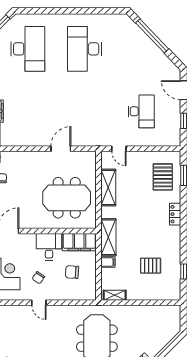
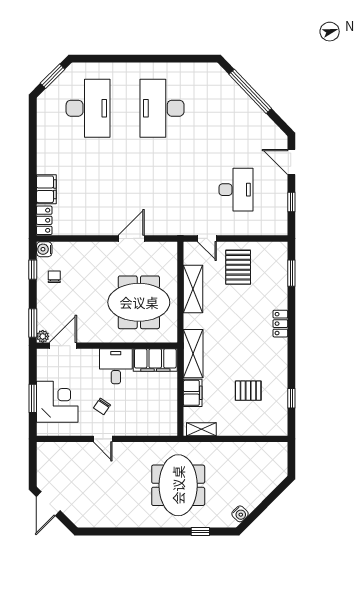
pallet: (163, 177) -> (238, 267), moved
filing cabinet: (108, 262) -> (193, 393), width x2.00
chair: (72, 272) -> (146, 399), removed

